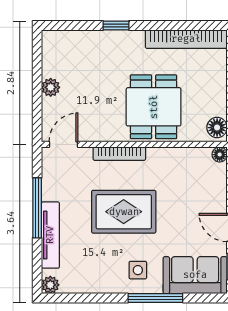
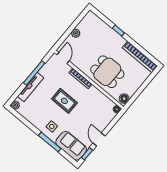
dining table: (154, 107) -> (107, 72), turned 90
door: (63, 144) -> (63, 58), hinge flipped
rug: (124, 212) -> (64, 101), width x0.73, depth x0.70

